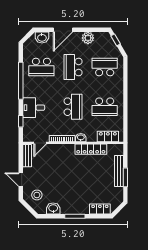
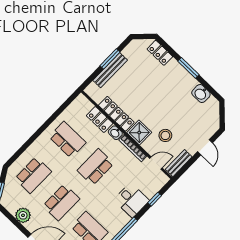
school desk: (105, 67) -> (33, 175), turned -90
locker: (108, 136) -> (100, 119), moved
shower: (67, 151) -> (139, 133), added
stool: (37, 195) -> (165, 135), moved

